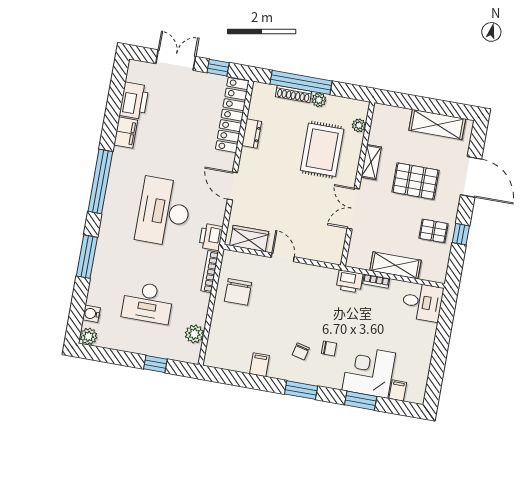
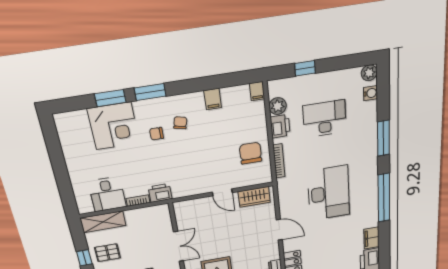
printer: (211, 237) -> (280, 126), moved
shelving: (395, 265) -> (103, 222), moved
desk: (422, 302) -> (107, 194), moved, turned -90
window: (301, 390) -> (150, 92), moved
filing cabinet: (398, 391) -> (257, 91), moved

